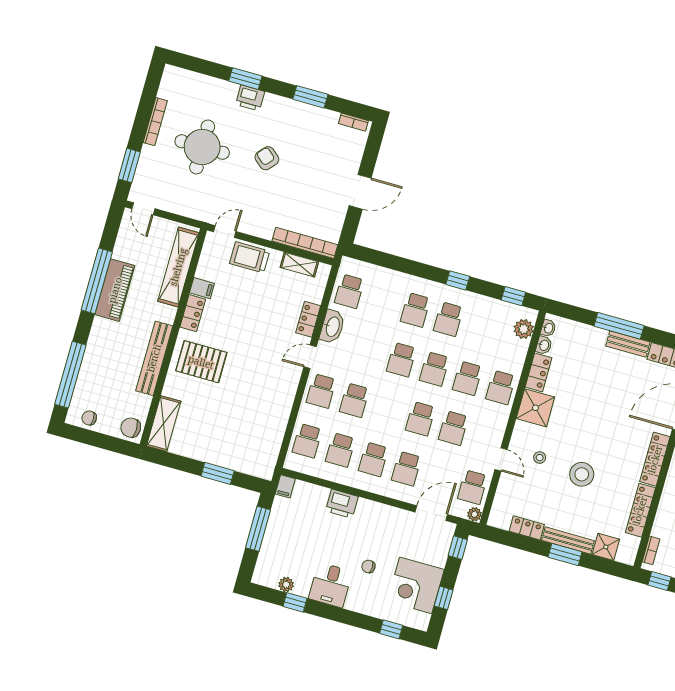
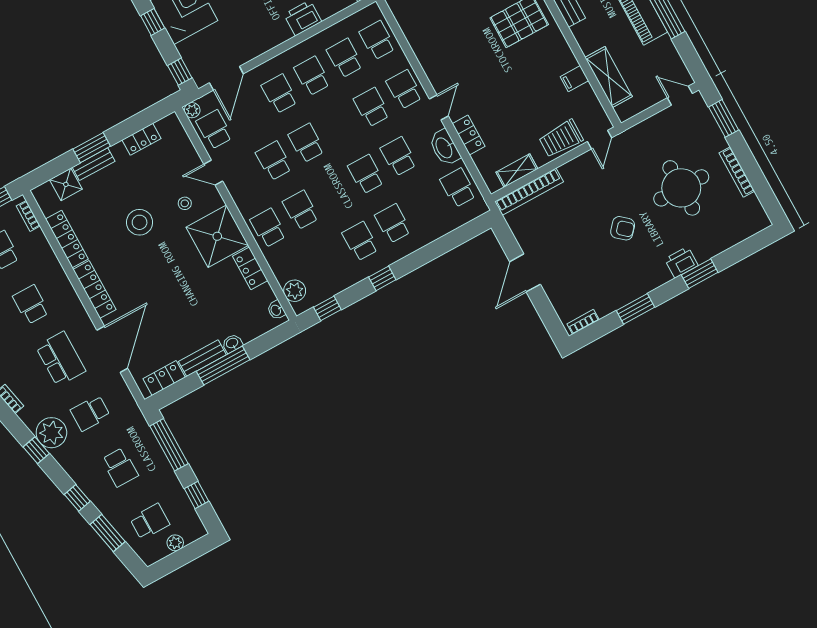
trolley: (250, 257) -> (561, 139), turned 180
shelving: (178, 267) -> (609, 77), width x0.68
locker: (193, 313) -> (563, 52), removed
washbasin: (544, 345) -> (232, 343), moved, turned 90
school desk: (434, 369) -> (399, 156), moved
shower: (535, 408) -> (217, 236), width x1.37, depth x1.37
bench: (568, 540) -> (94, 164), width x0.73

